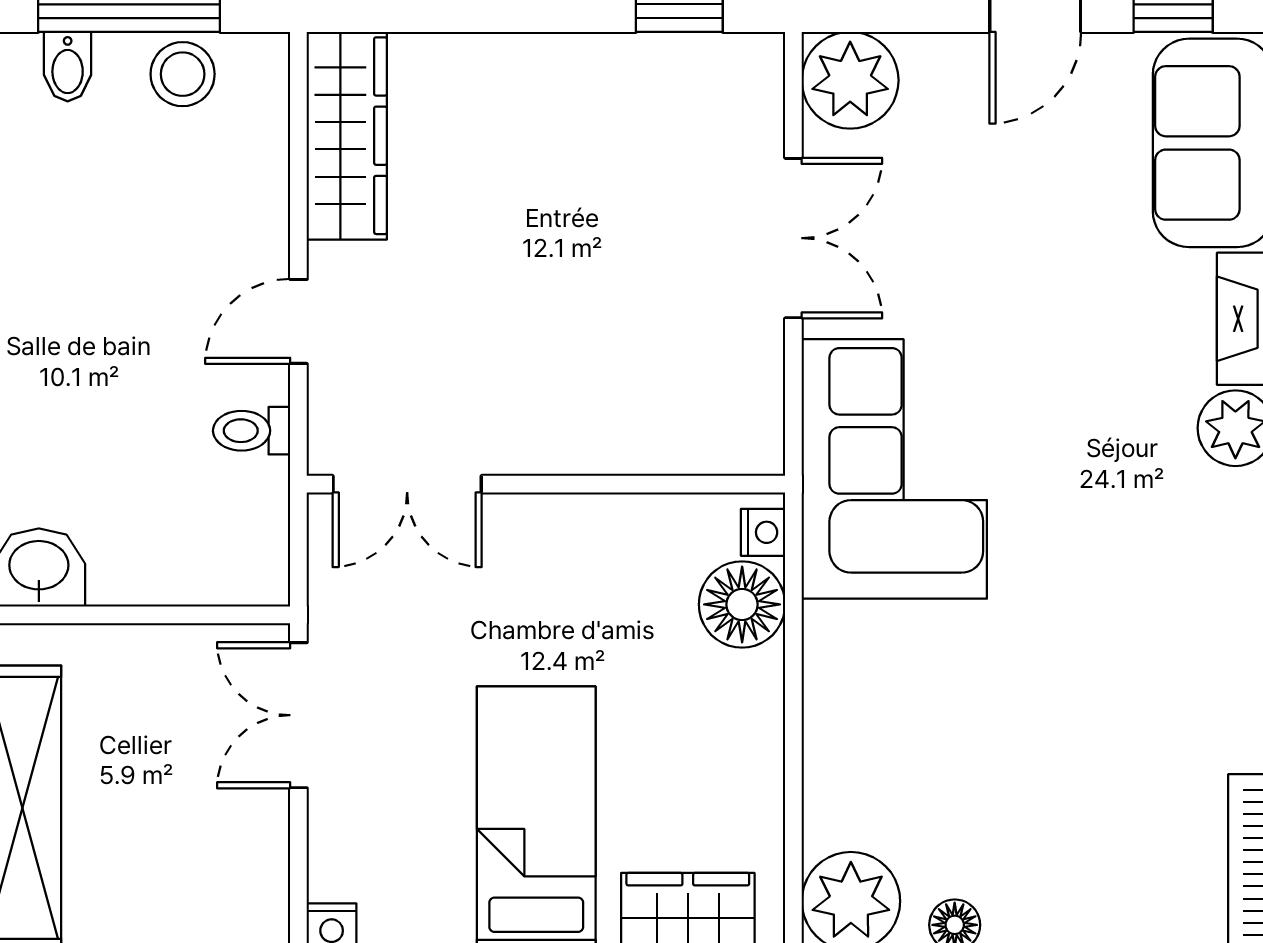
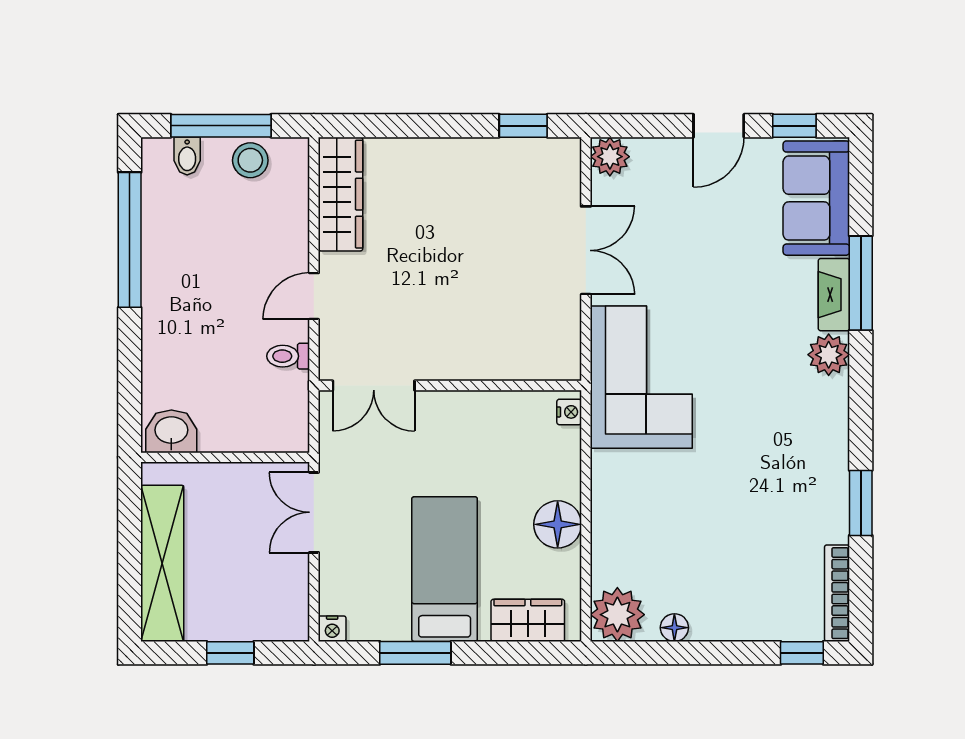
plant: (850, 80) -> (610, 157), width x0.73, depth x0.73
floor lamp: (742, 604) -> (558, 524), moved

